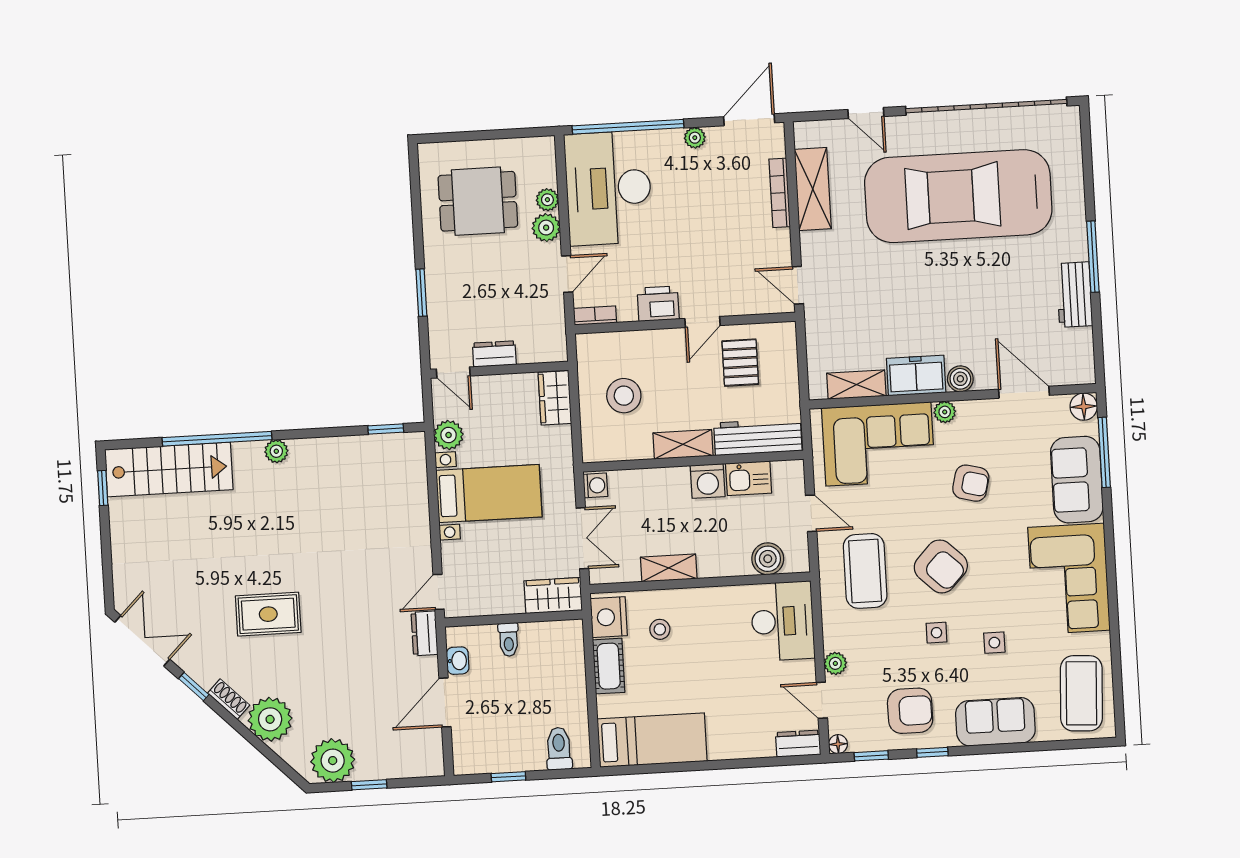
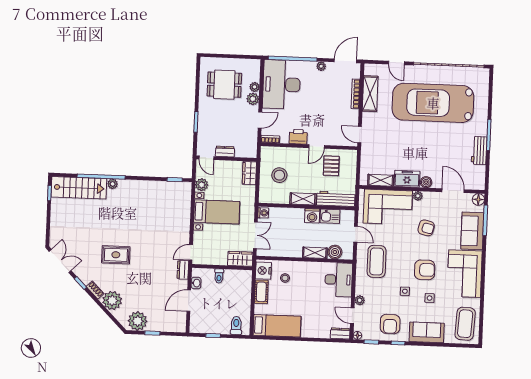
plant: (276, 451) -> (113, 184), moved
armchair: (941, 566) -> (425, 270), moved, turned -44
shelving: (669, 568) -> (315, 253), moved
armchair: (910, 711) -> (390, 324), turned 90

